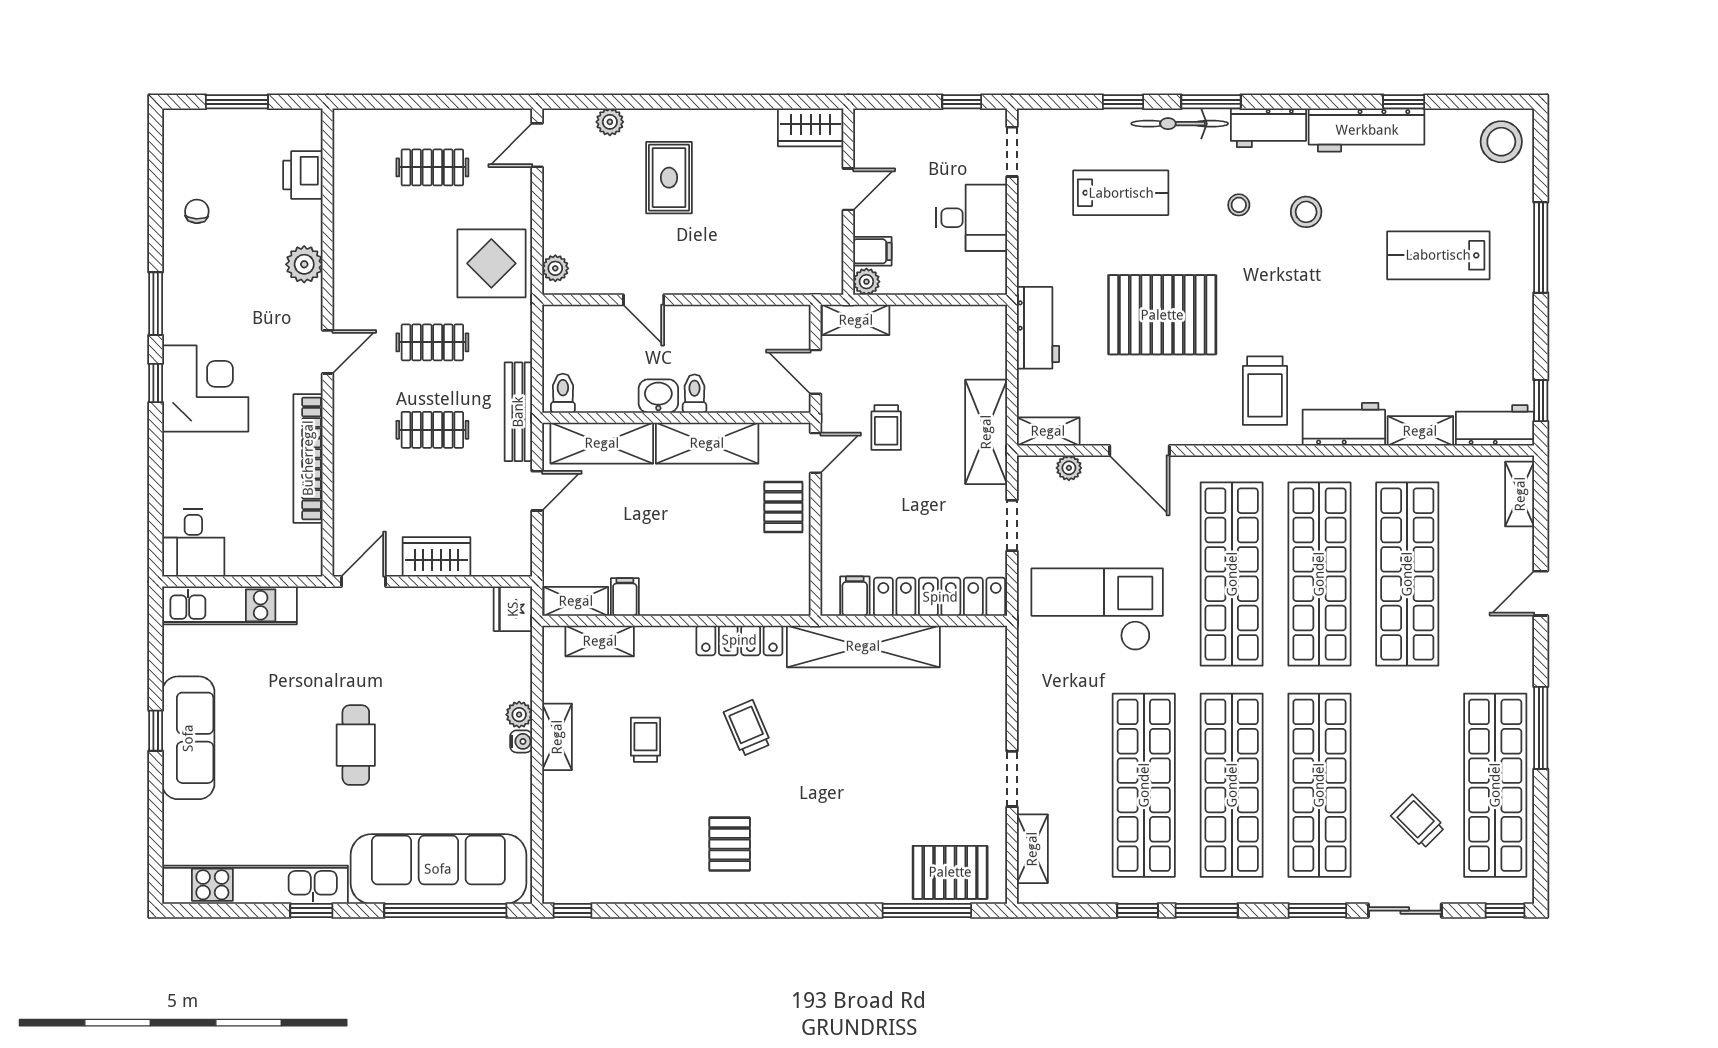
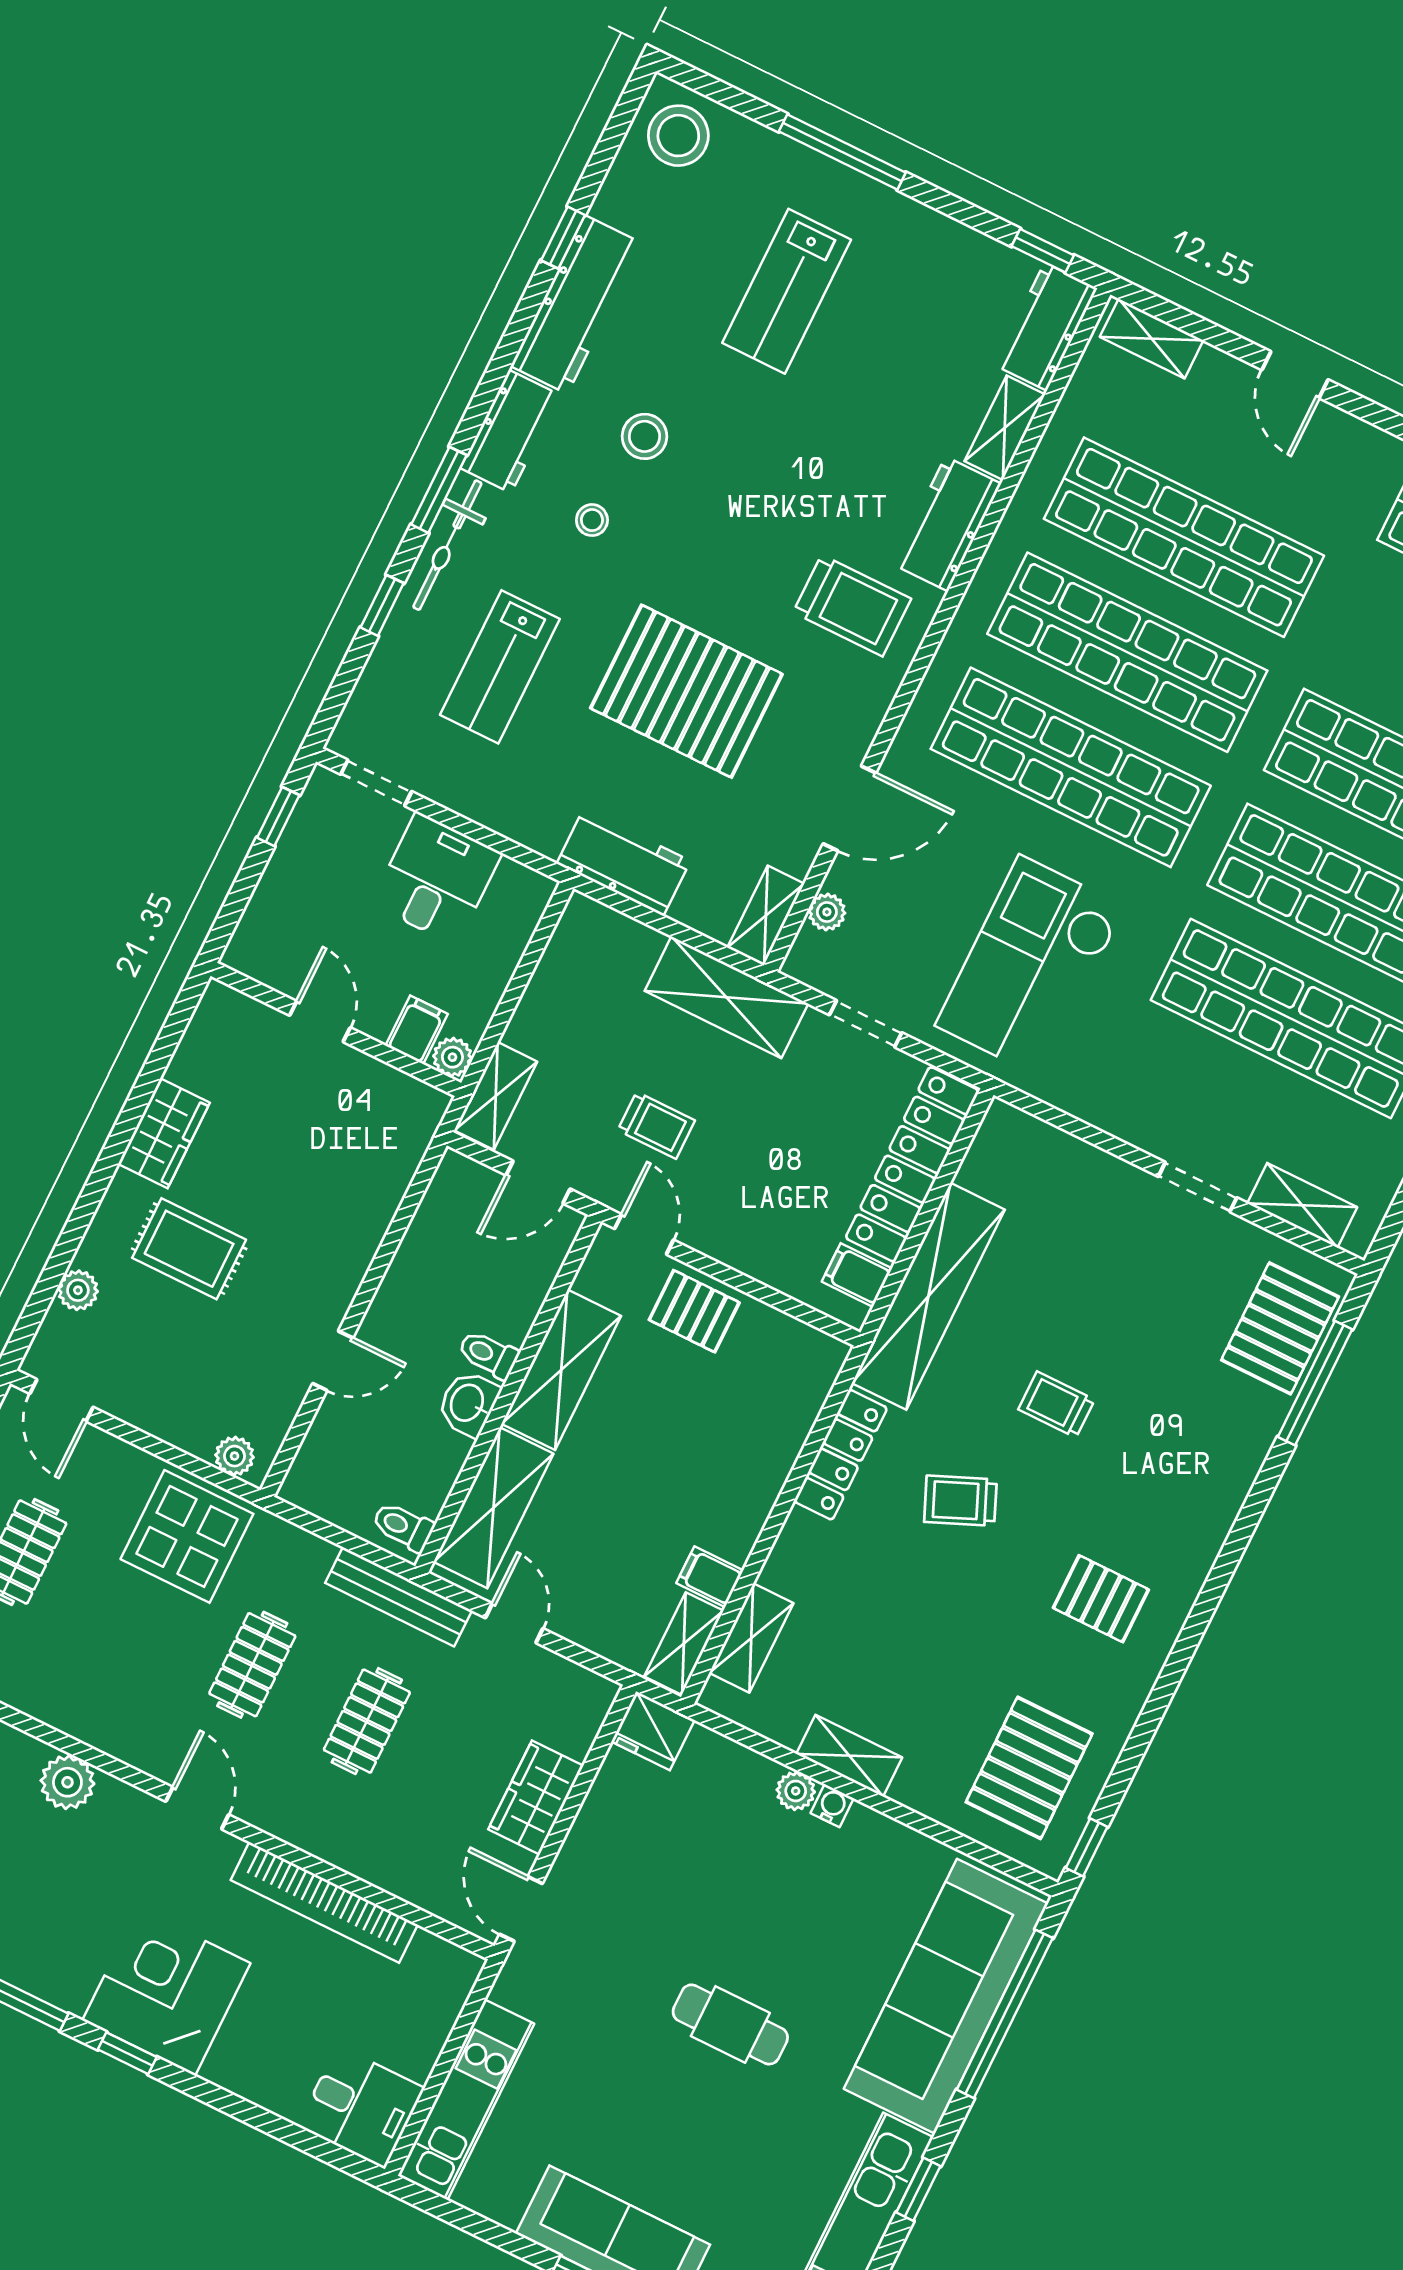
wardrobe: (811, 127) -> (164, 1133), moved
lab bench: (1121, 193) -> (500, 667), turned 180
pallet: (1162, 315) -> (686, 691), turned 90
trolley: (646, 740) -> (1057, 1405), moved
pallet: (604, 851) -> (1029, 1768), added

